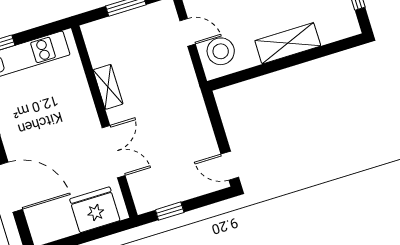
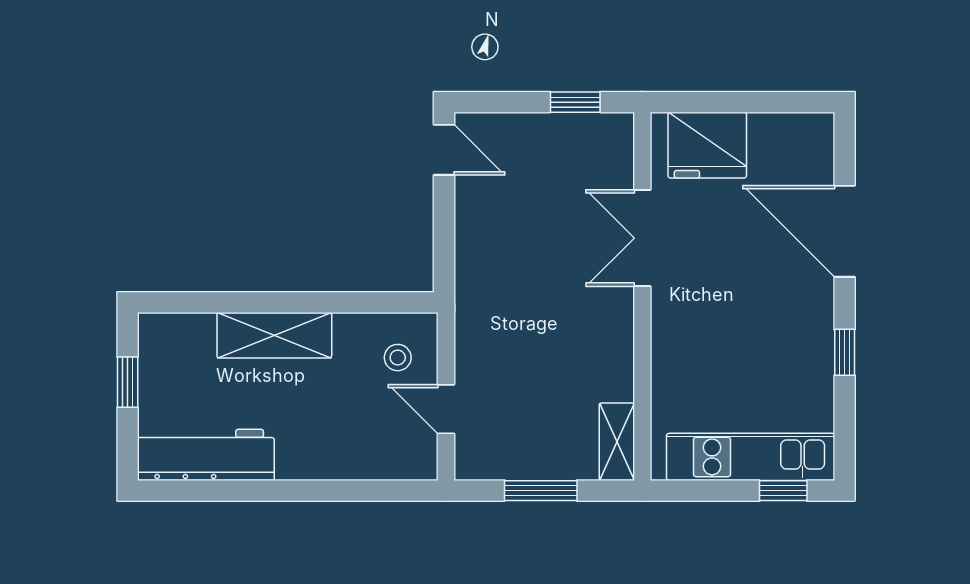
stool: (221, 51) -> (398, 358), width x0.53, depth x0.53
shelving: (108, 87) -> (617, 442), moved

